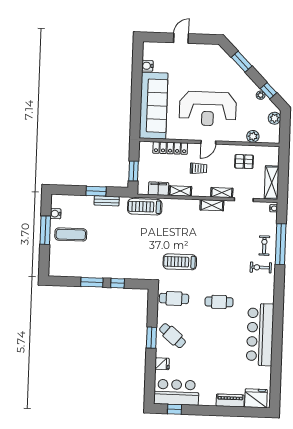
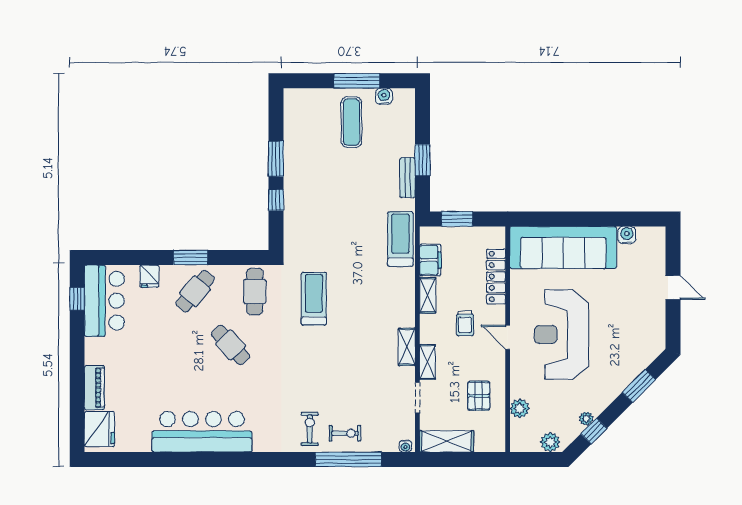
cafe table: (219, 302) -> (231, 345), moved, turned -43

